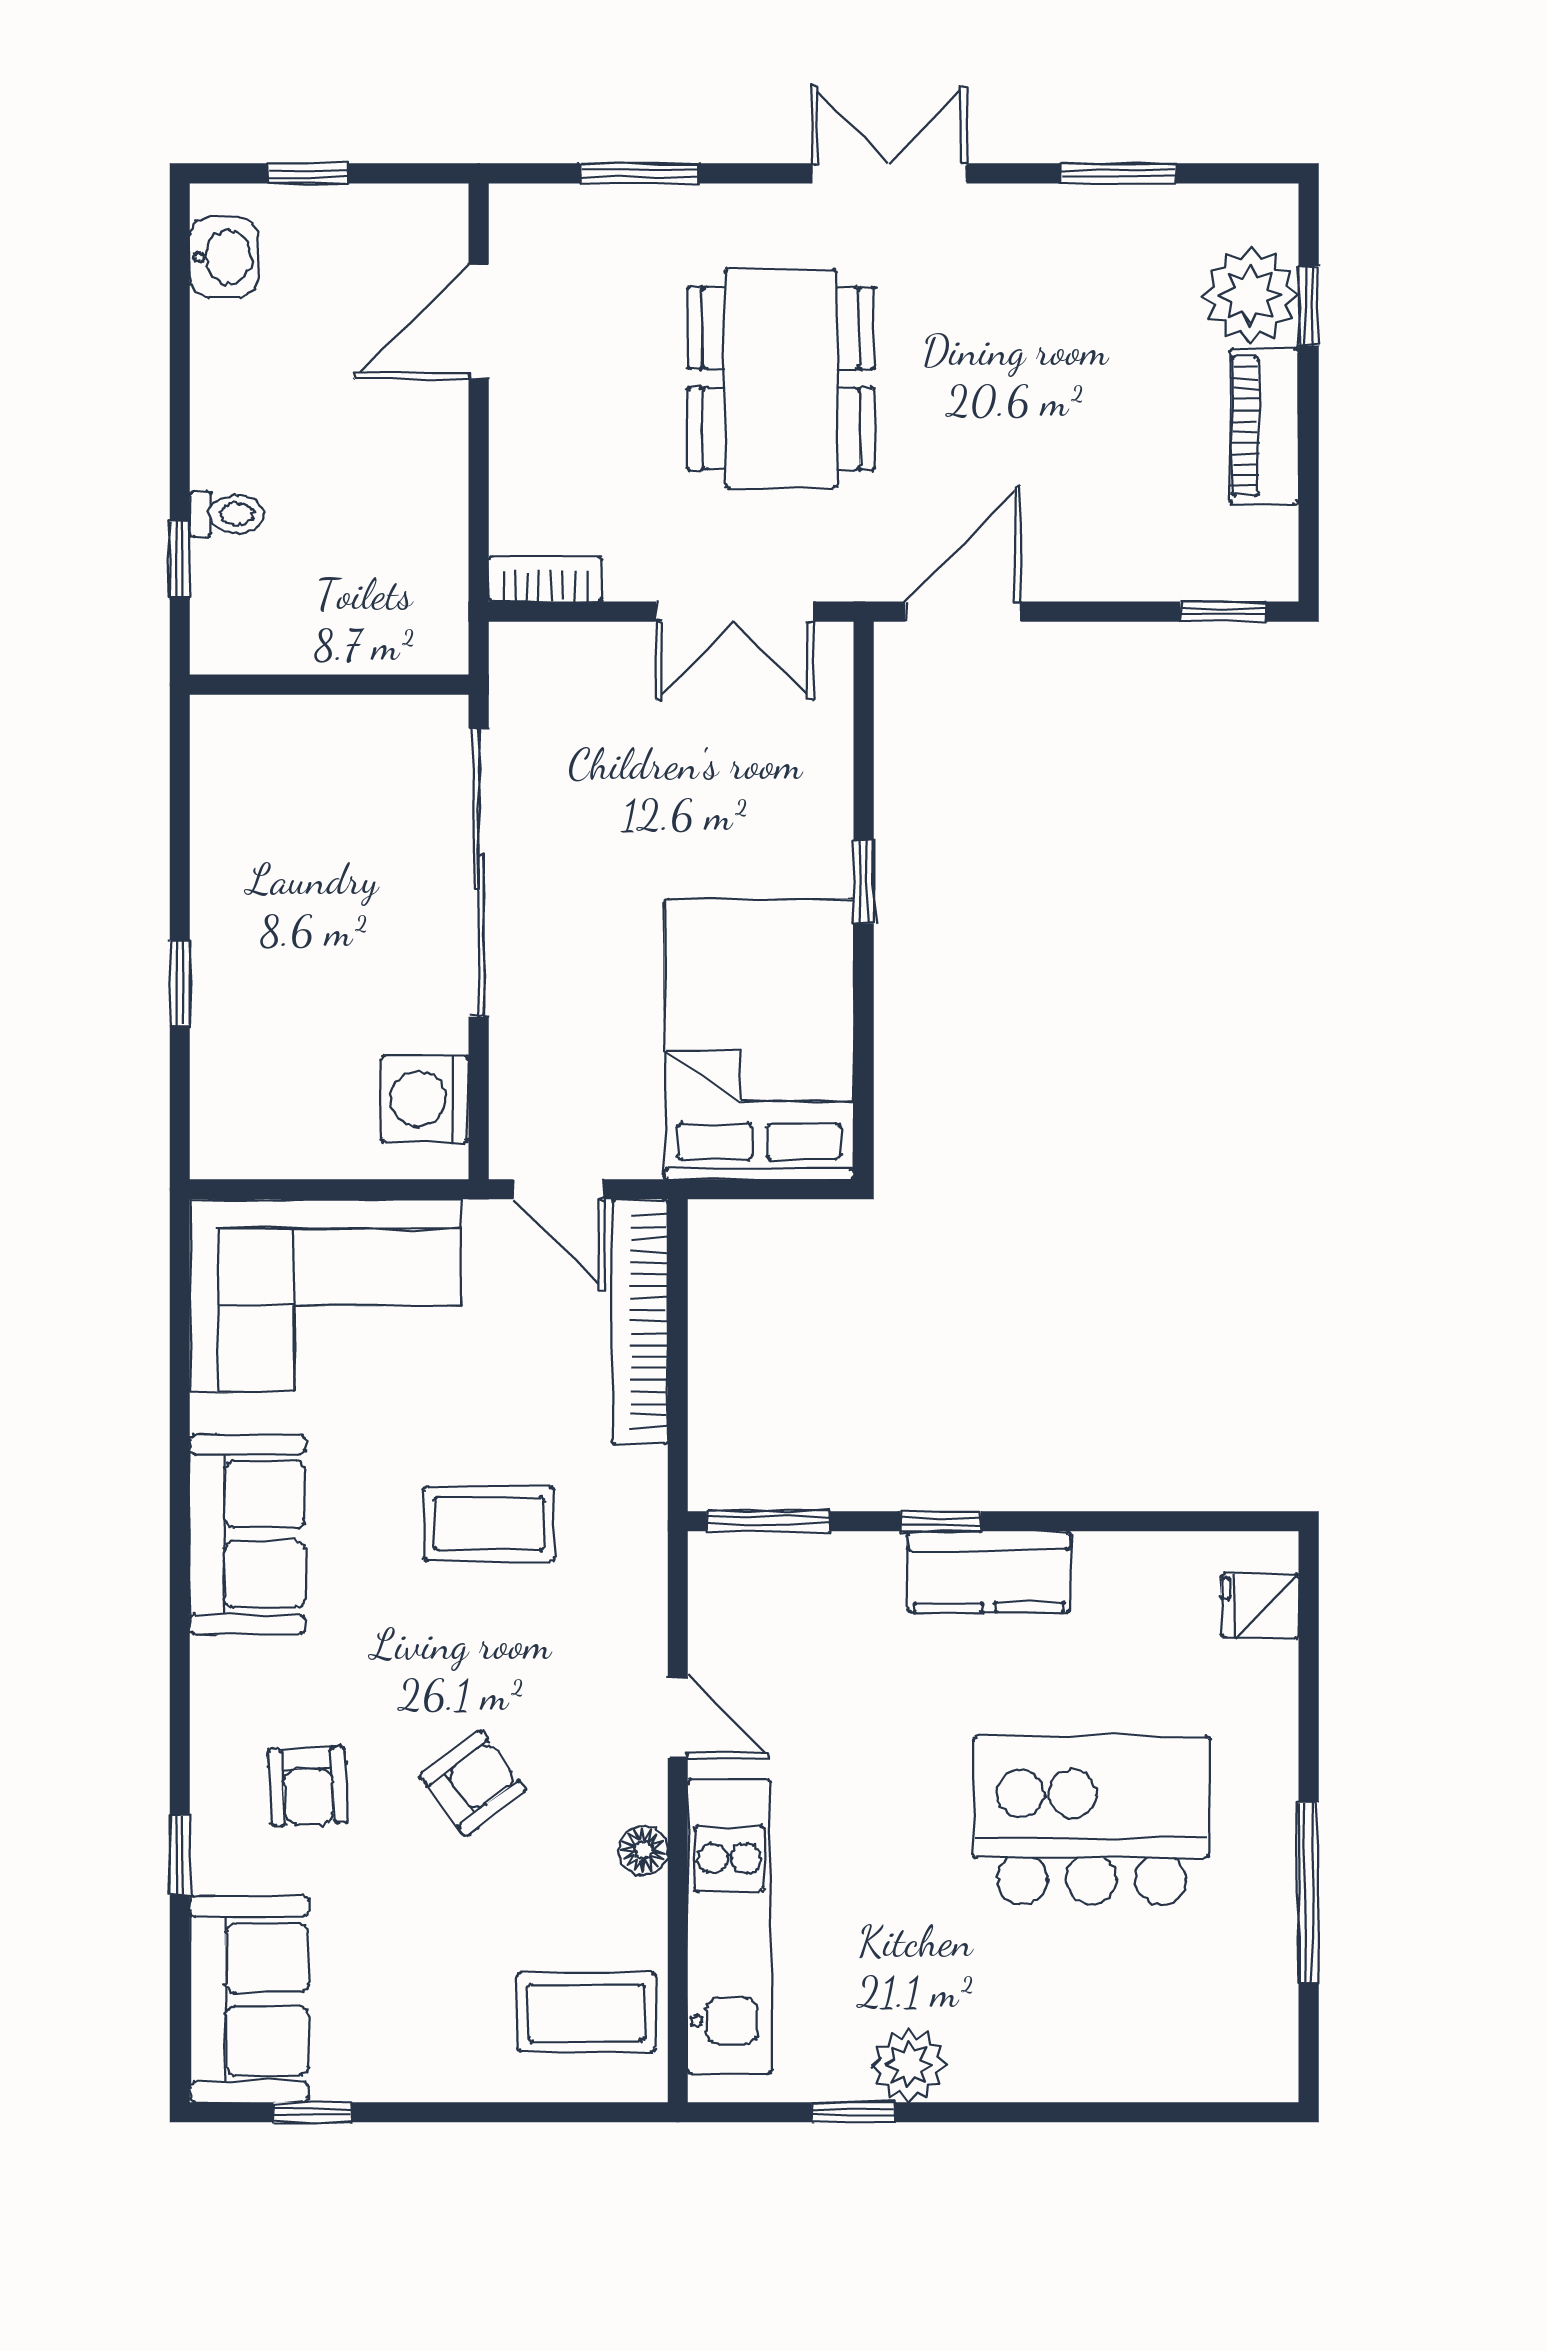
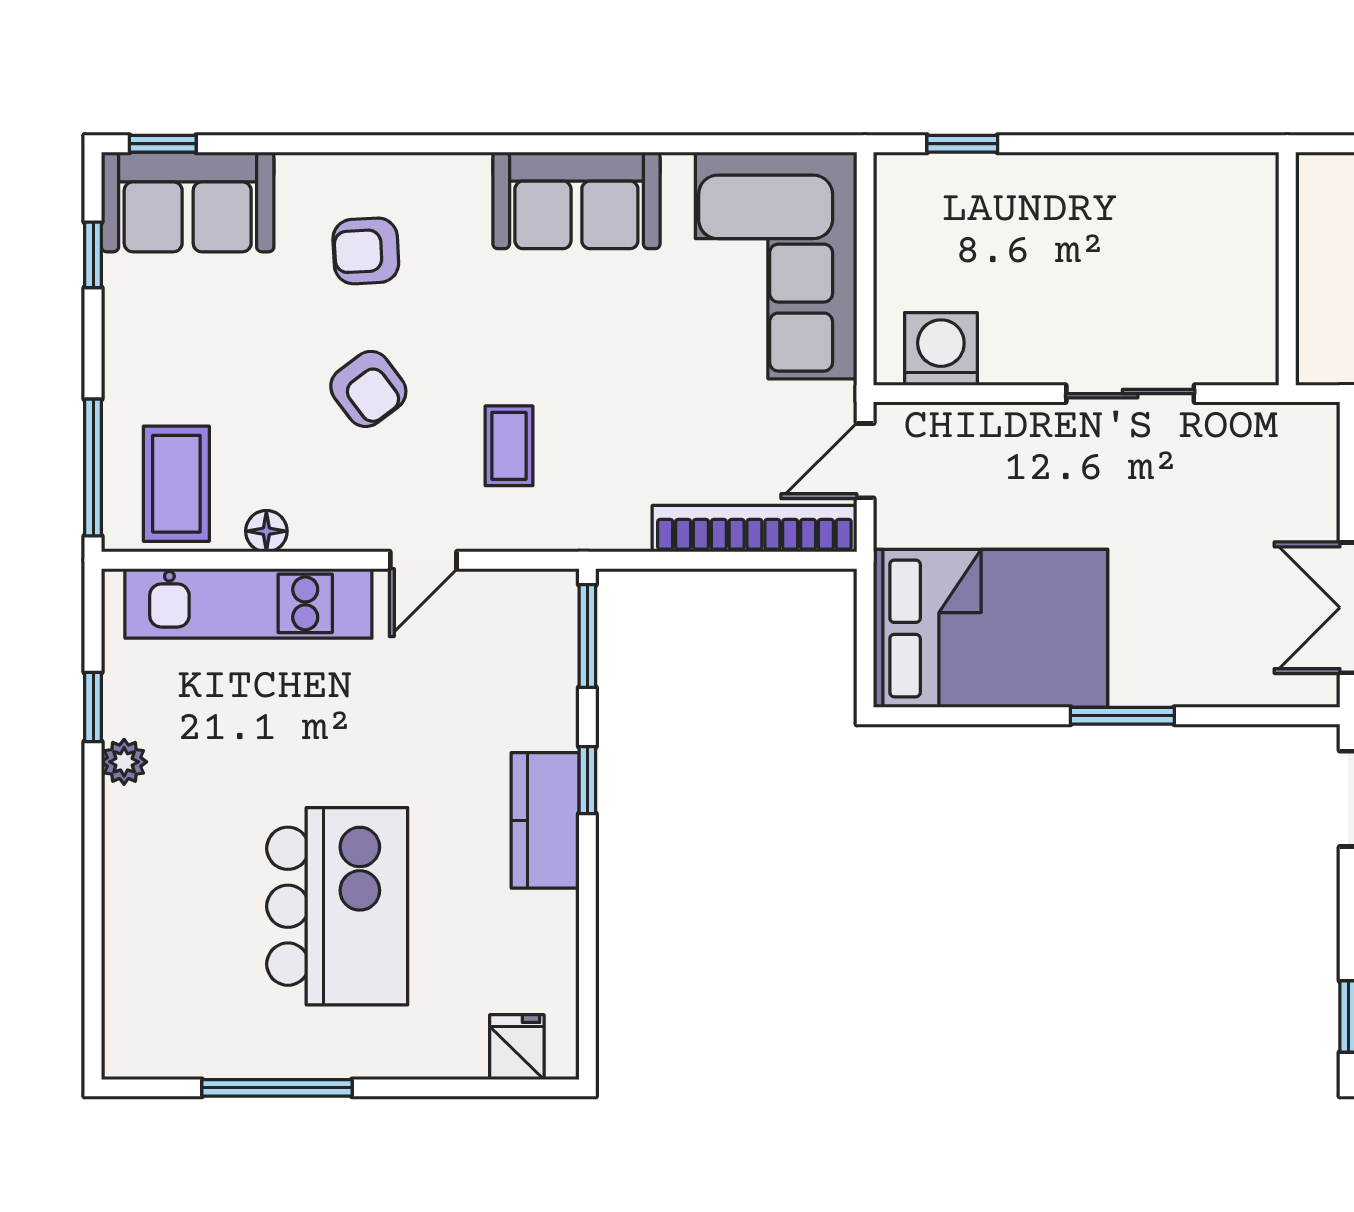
sliding door: (479, 872) -> (1130, 394), width x0.54
window: (864, 882) -> (1122, 716), width x1.50
window: (180, 983) -> (962, 144), moved
coffee table: (489, 1524) -> (509, 446), moved, width x0.73, depth x0.77
floor lamp: (643, 1850) -> (266, 531), moved
window: (180, 1855) -> (163, 144), moved
plant: (909, 2065) -> (124, 762), width x0.73, depth x0.73
window: (567, 2112) -> (93, 468), added

